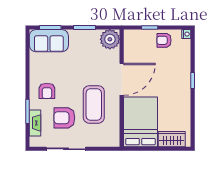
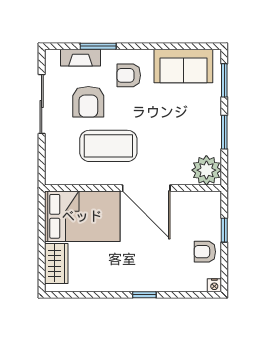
armchair: (164, 40) -> (205, 252), turned -90
sofa: (49, 41) -> (183, 66), moved, turned -90
armchair: (64, 118) -> (88, 102), turned 180

